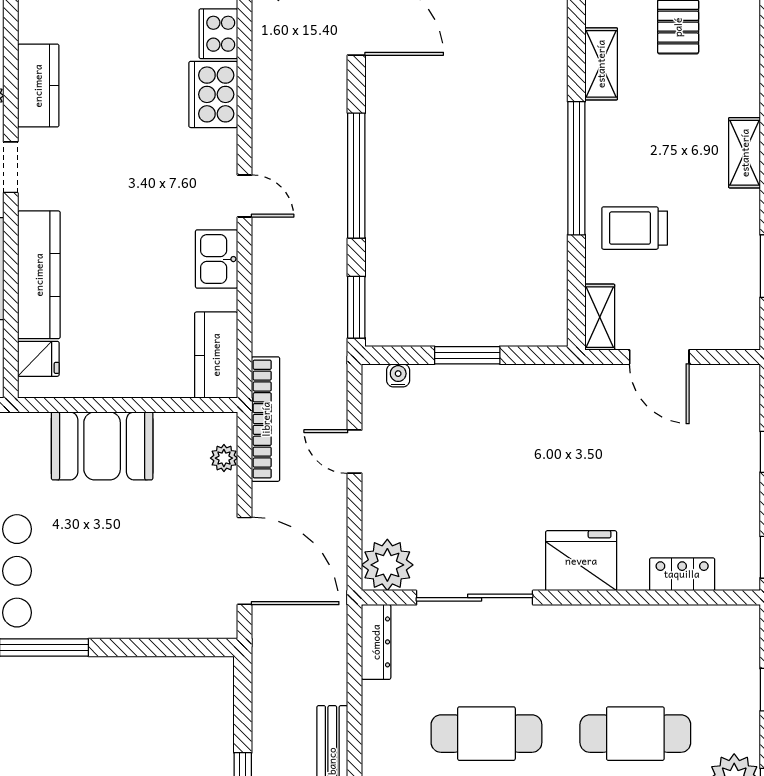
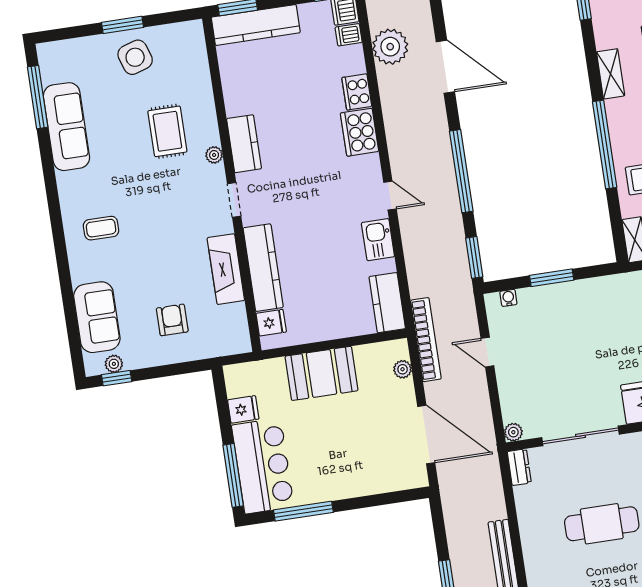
plant: (387, 565) -> (513, 432), width x0.53, depth x0.53
dresser: (376, 642) -> (519, 467), width x0.70

